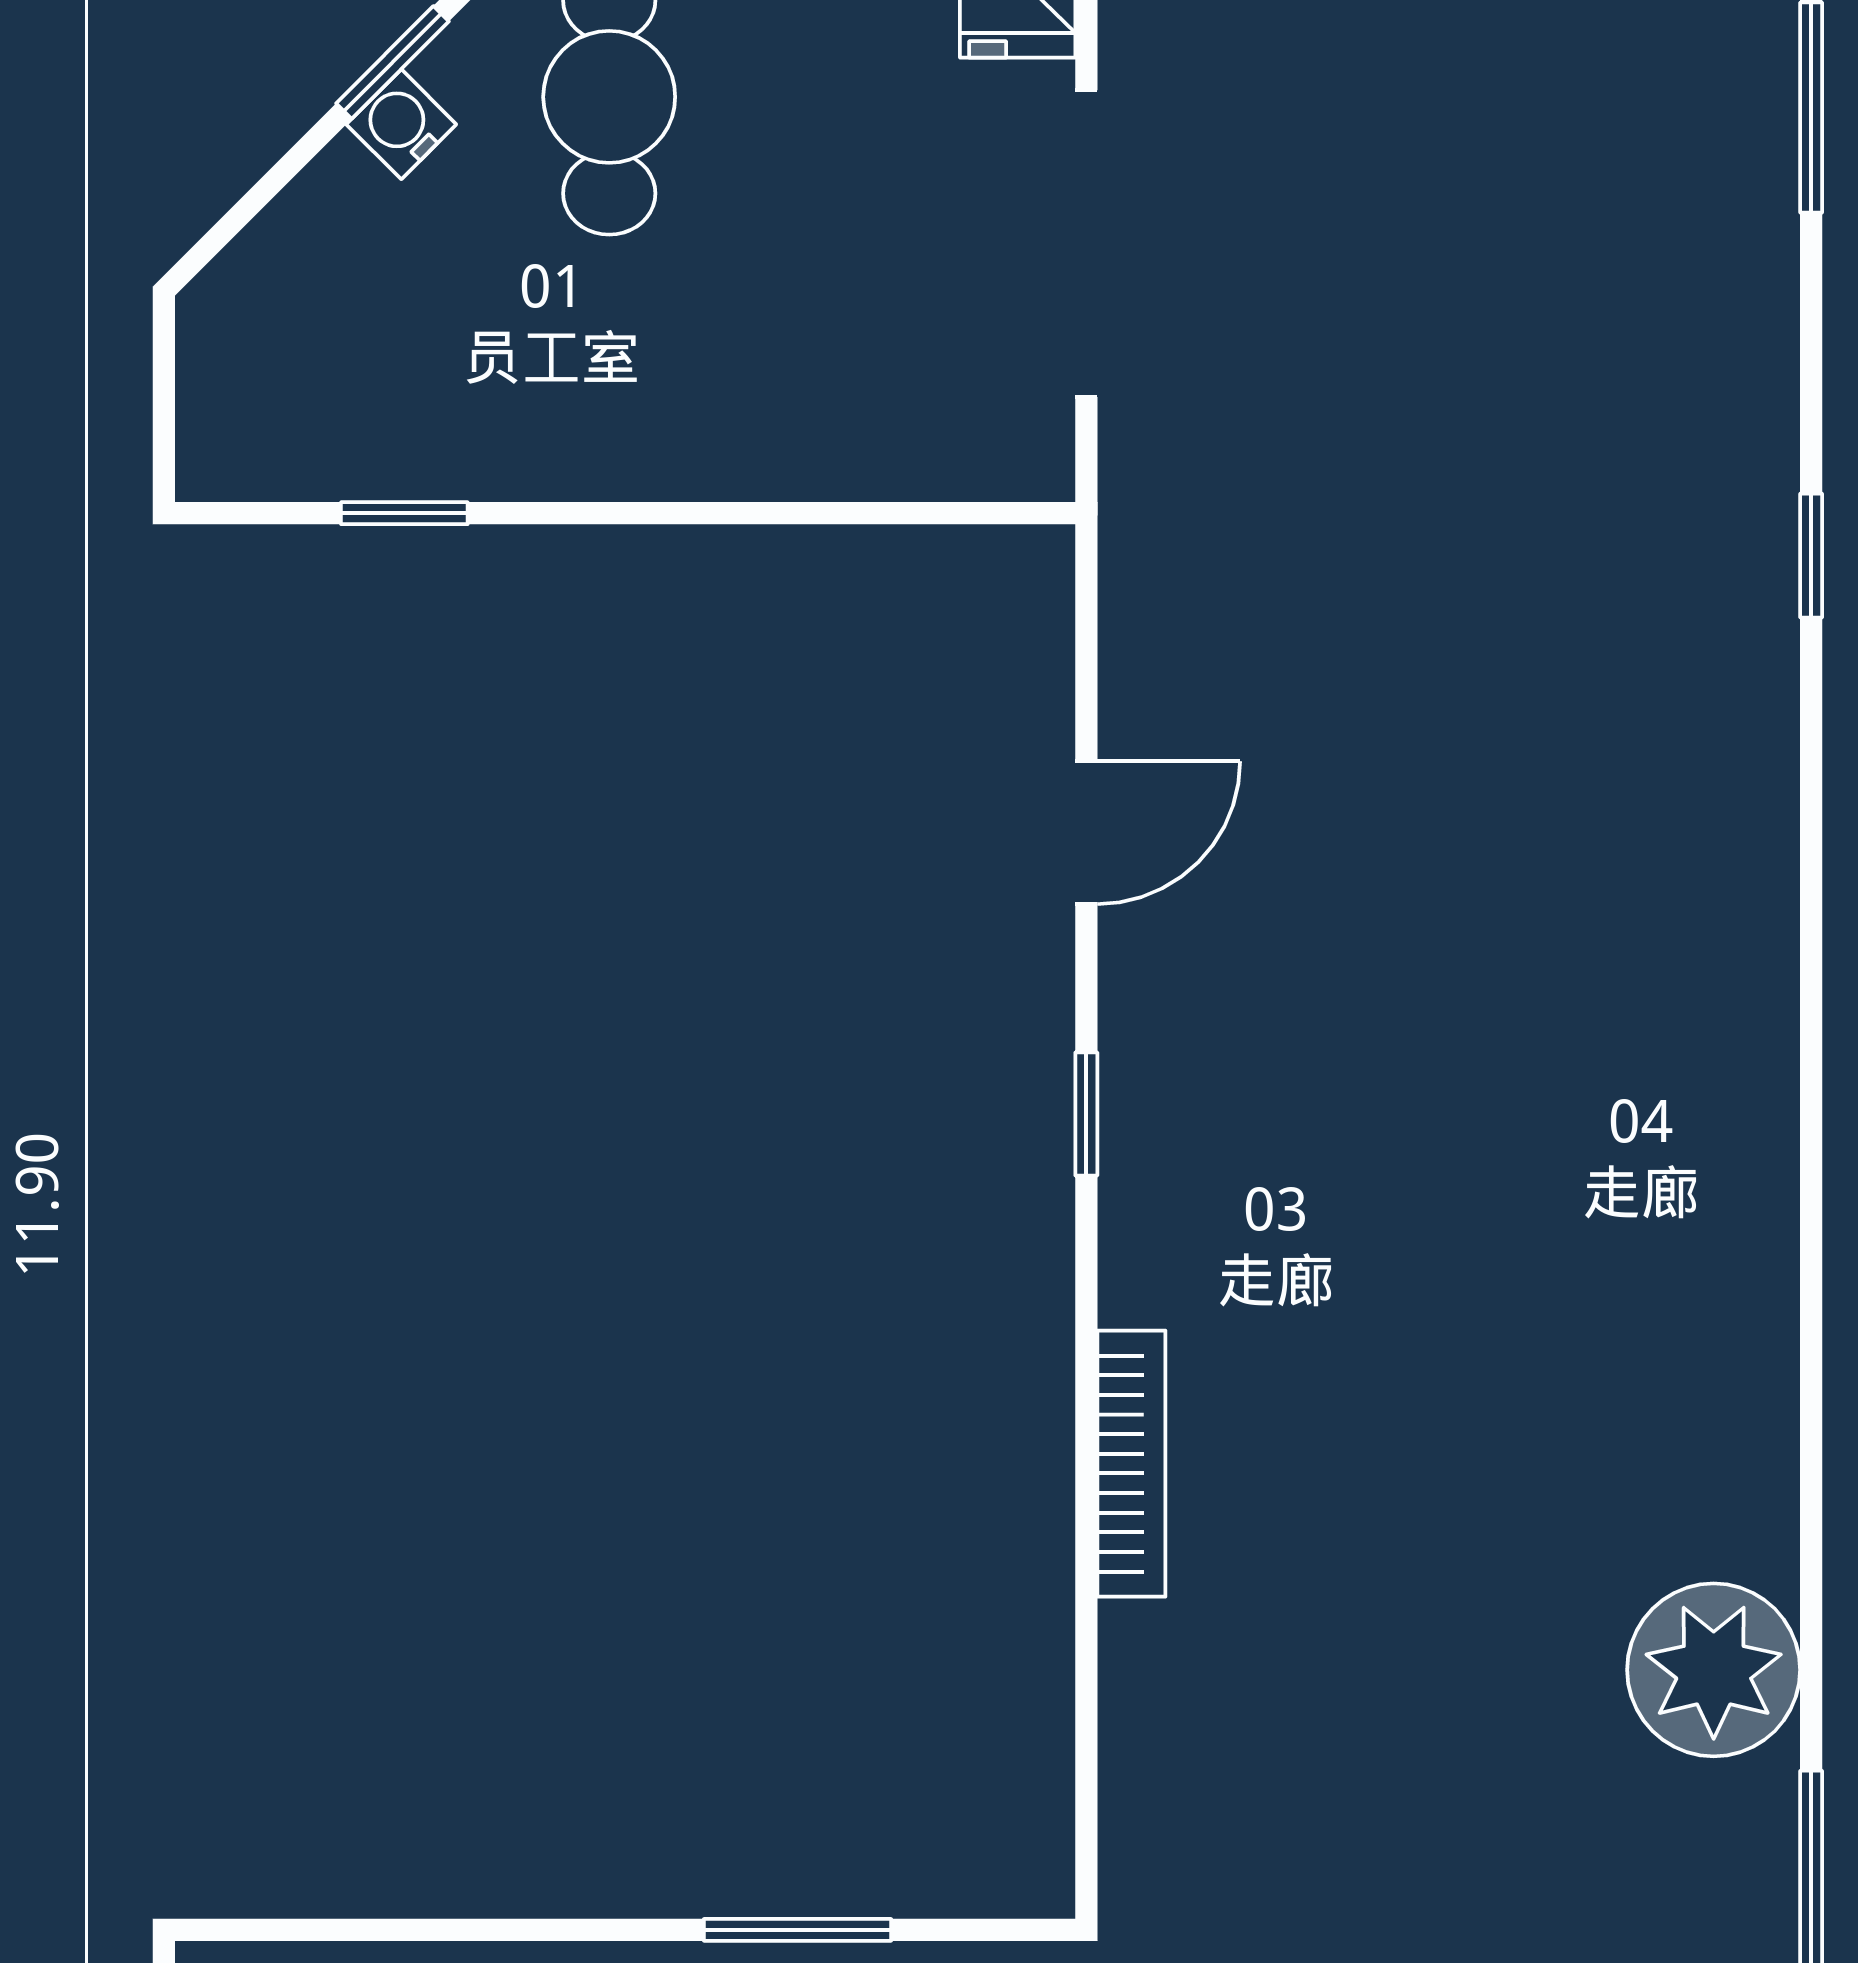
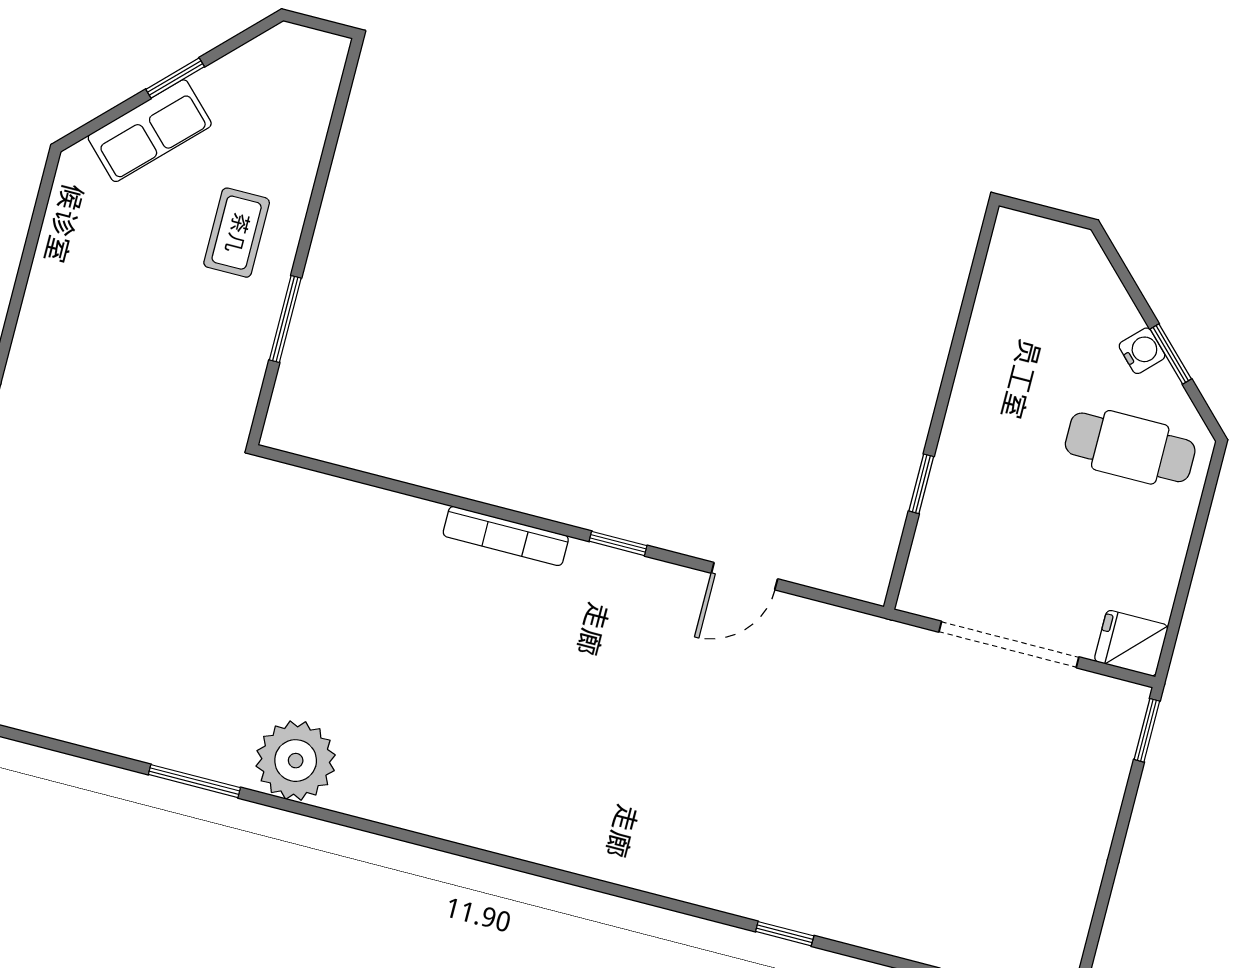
window: (404, 513) -> (921, 484), moved
door: (1086, 833) -> (744, 576), hinge flipped
bookcase: (1131, 1464) -> (506, 536), moved

